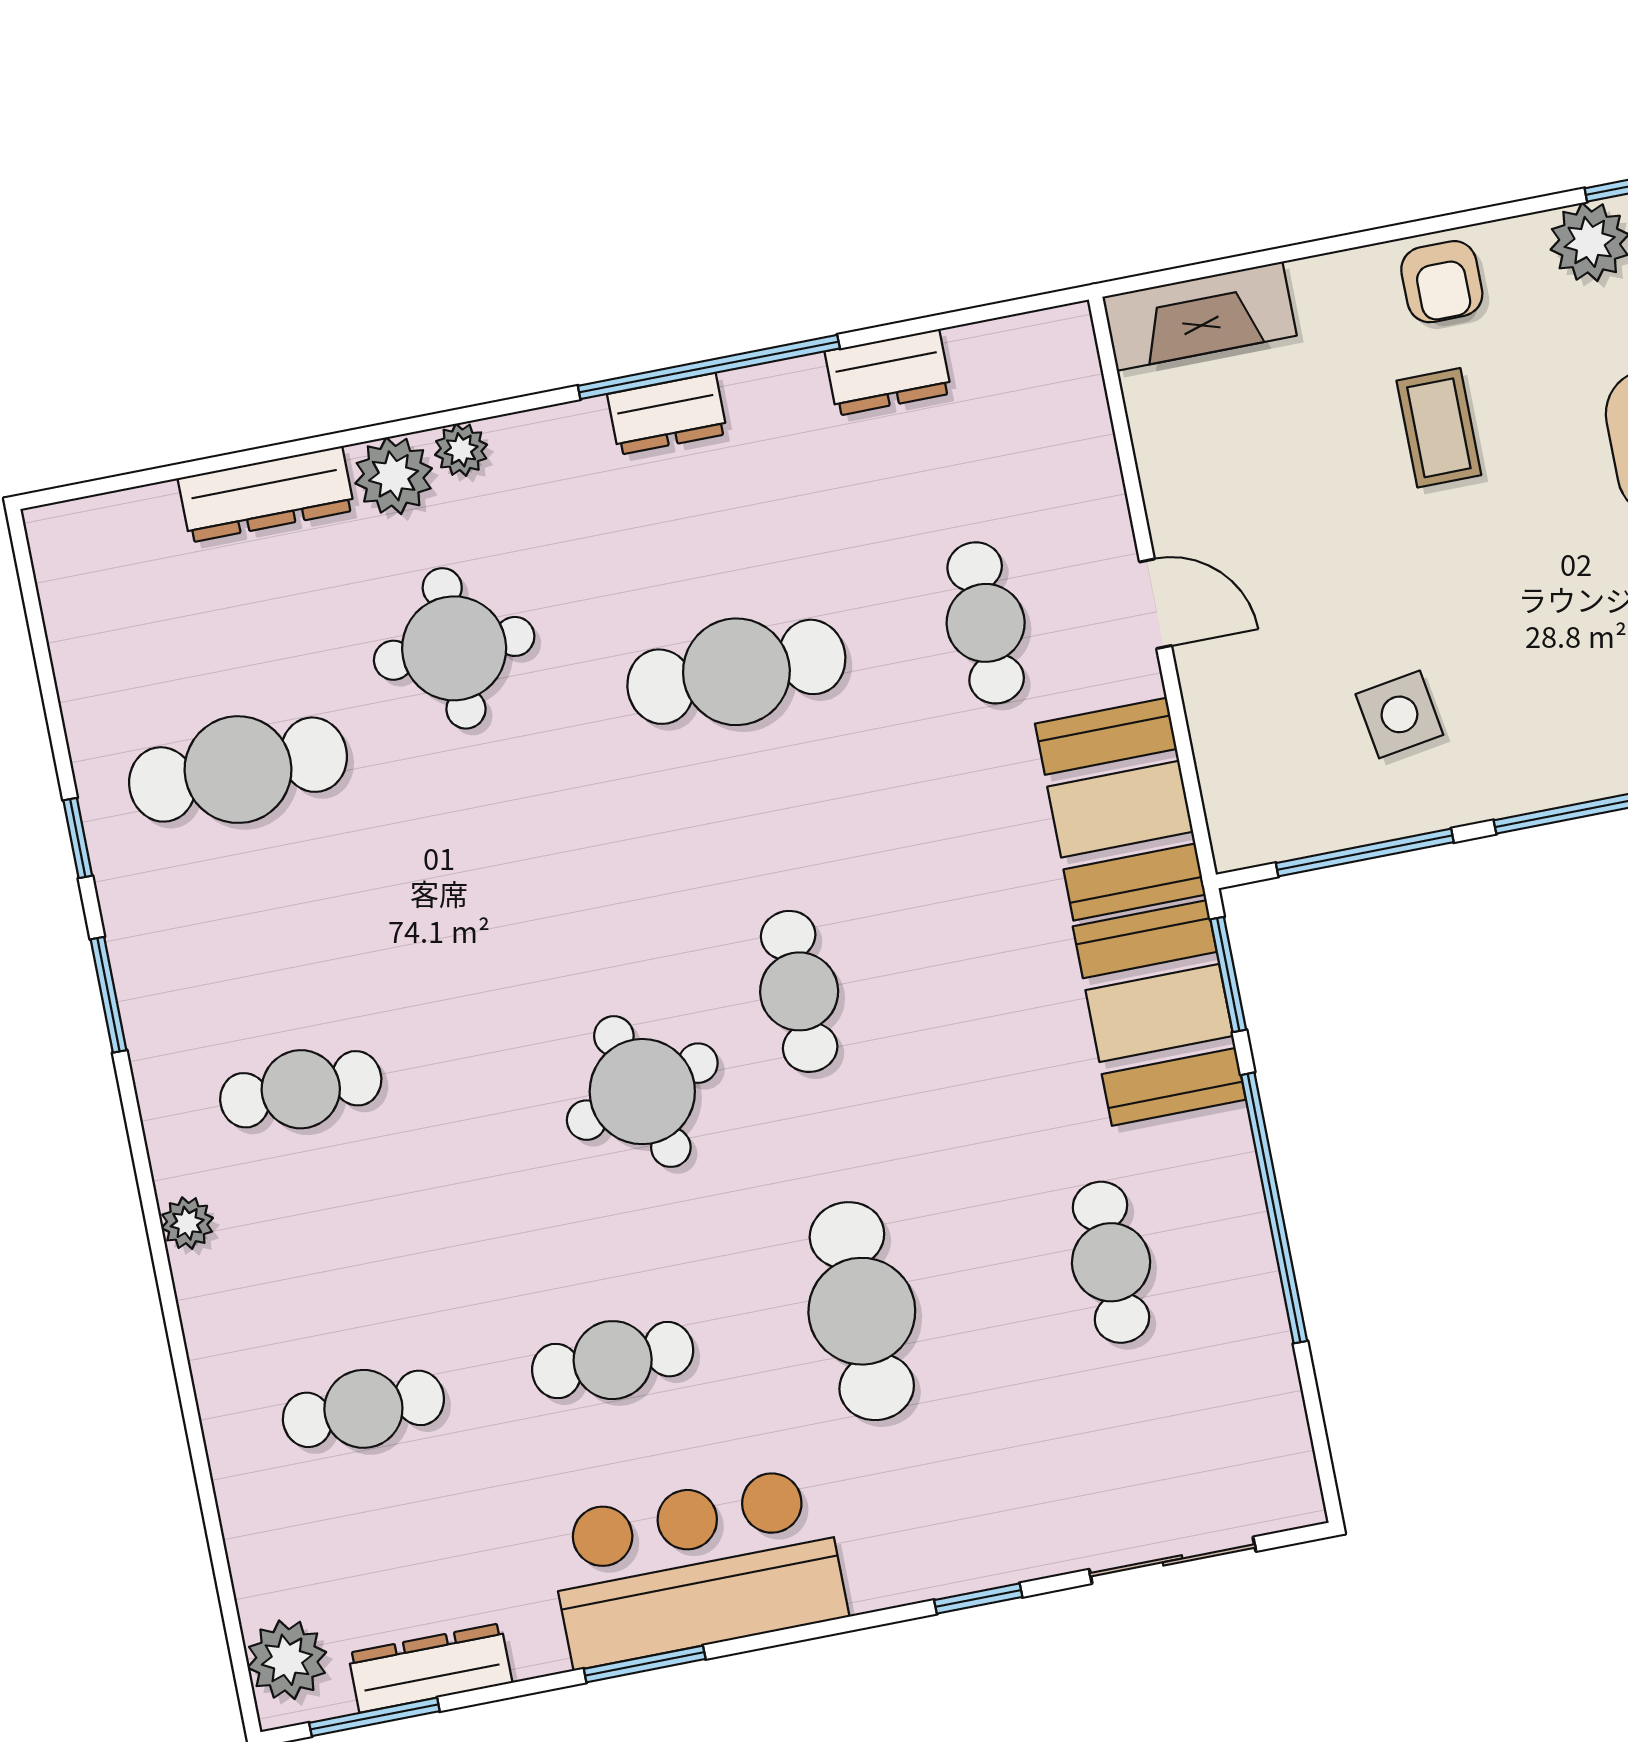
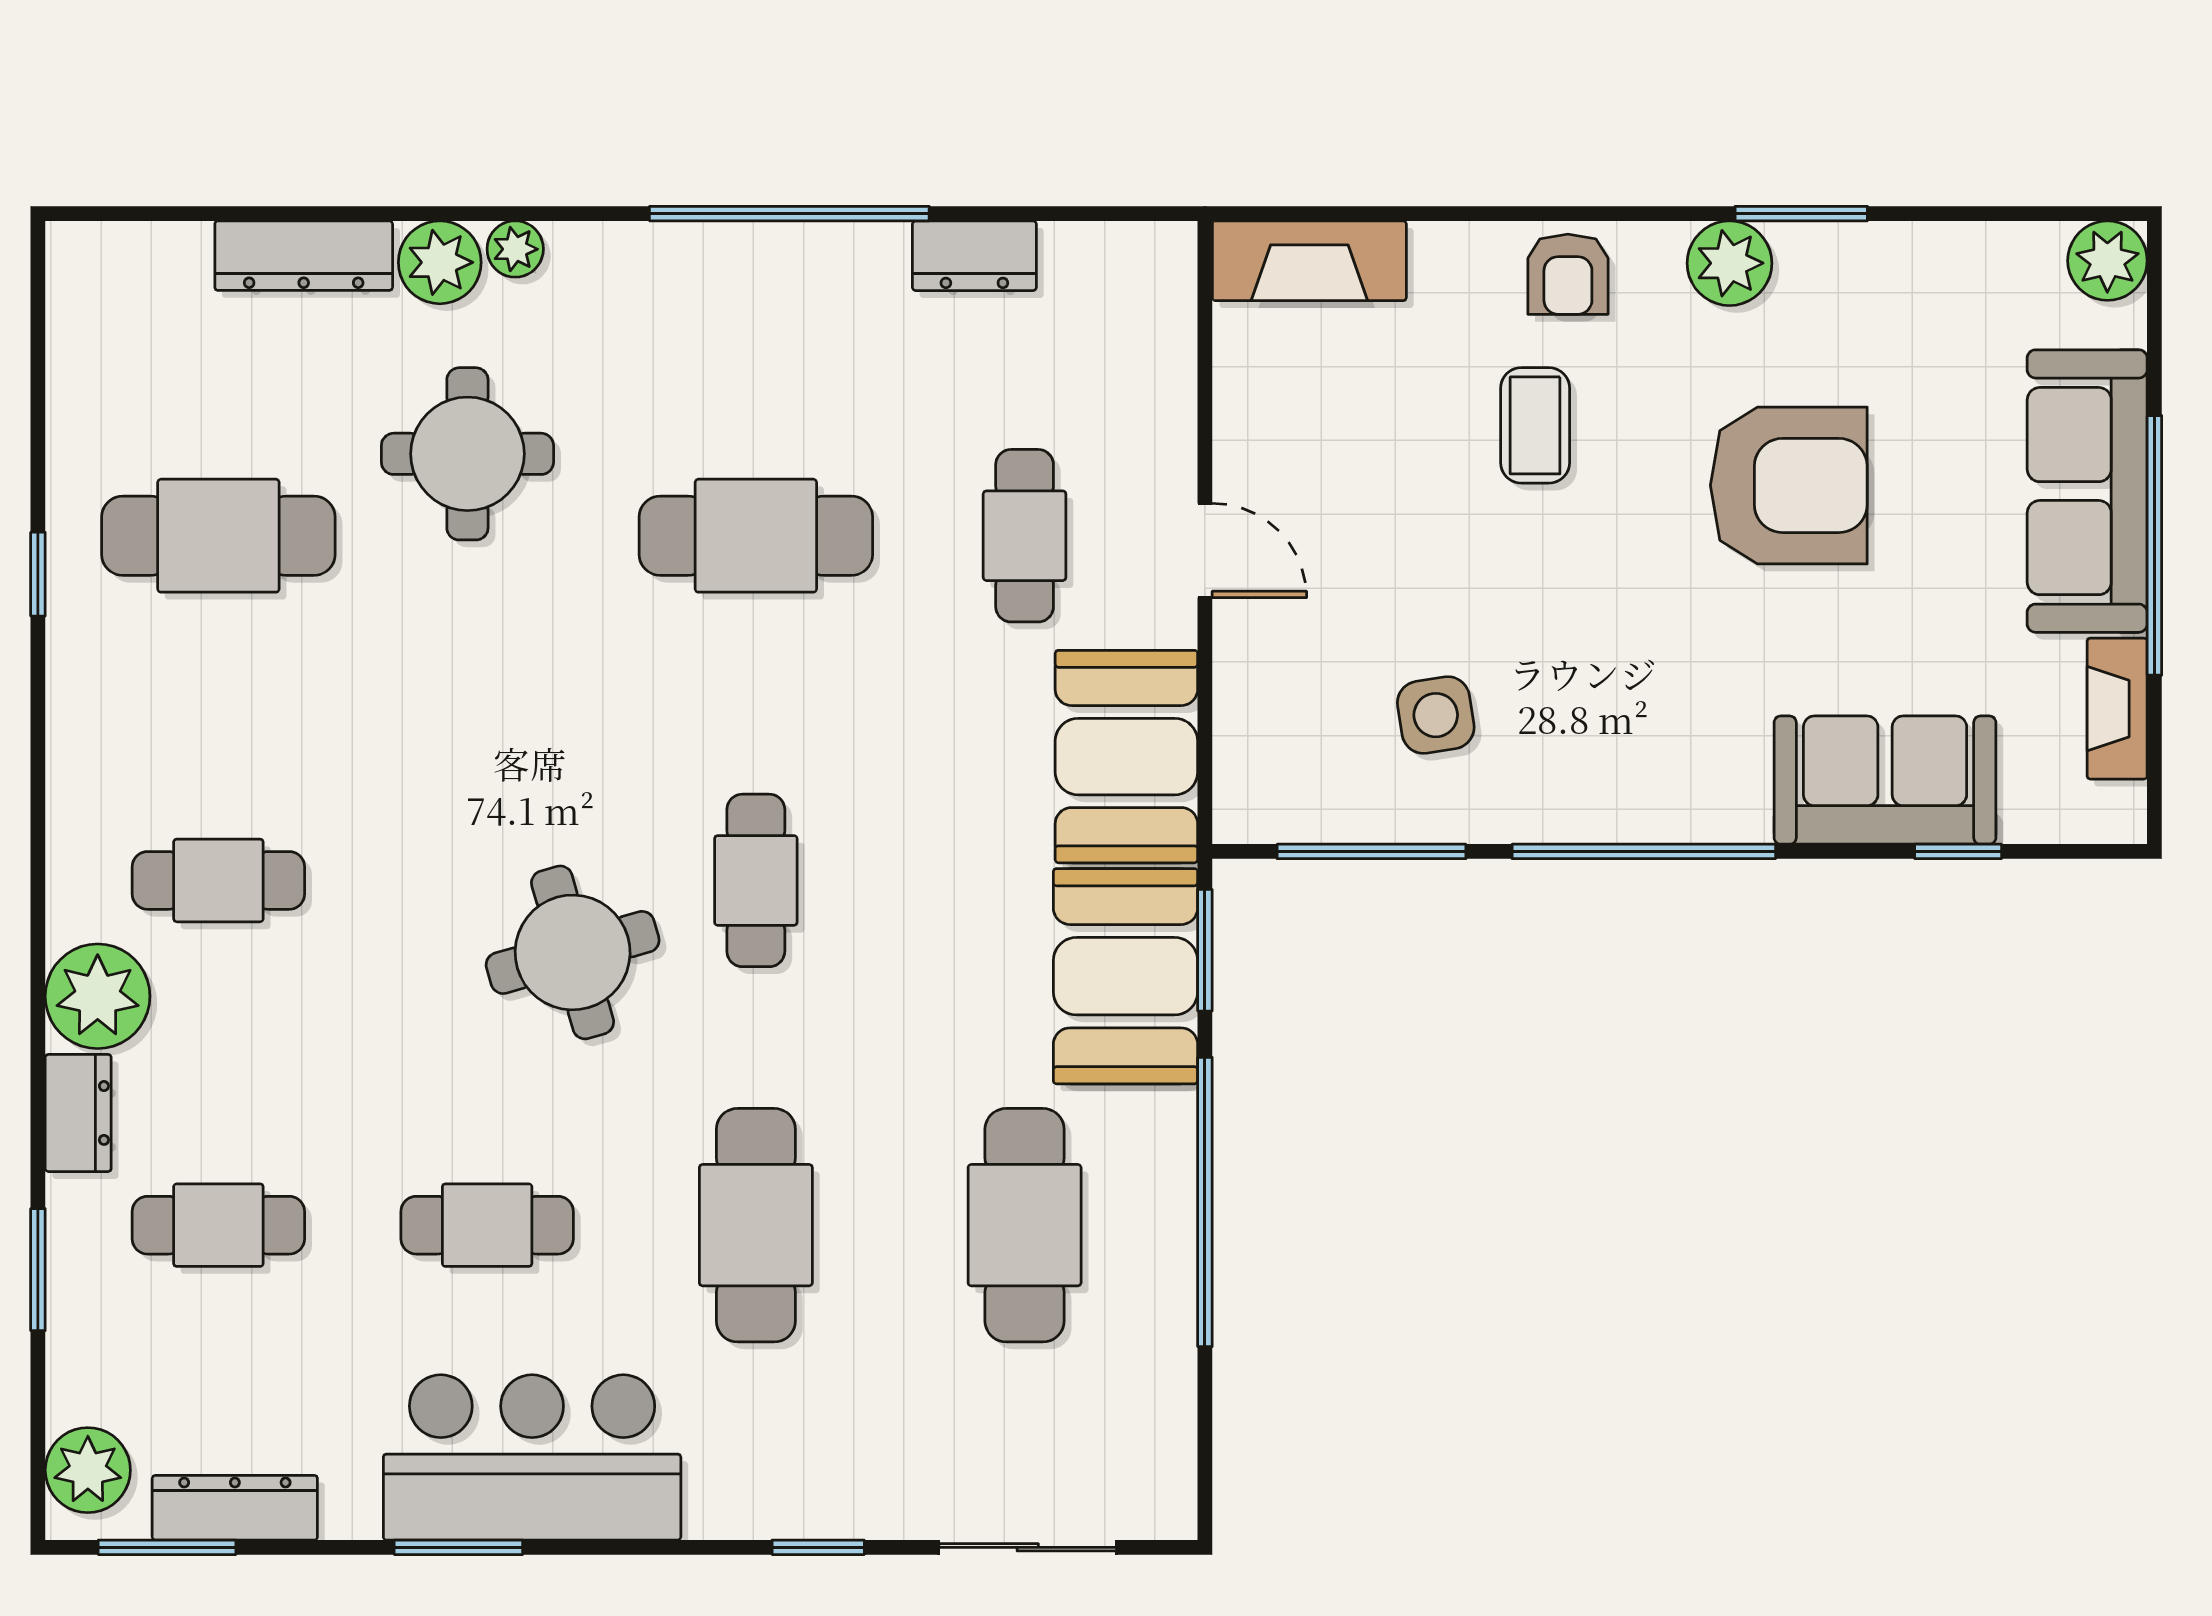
dresser: (667, 414) -> (78, 1113), moved, turned -90
window: (108, 995) -> (38, 1270), moved
plant: (187, 1223) -> (98, 996), width x1.87, depth x1.87
cafe table: (1111, 1262) -> (1025, 1225), width x1.37, depth x1.35

